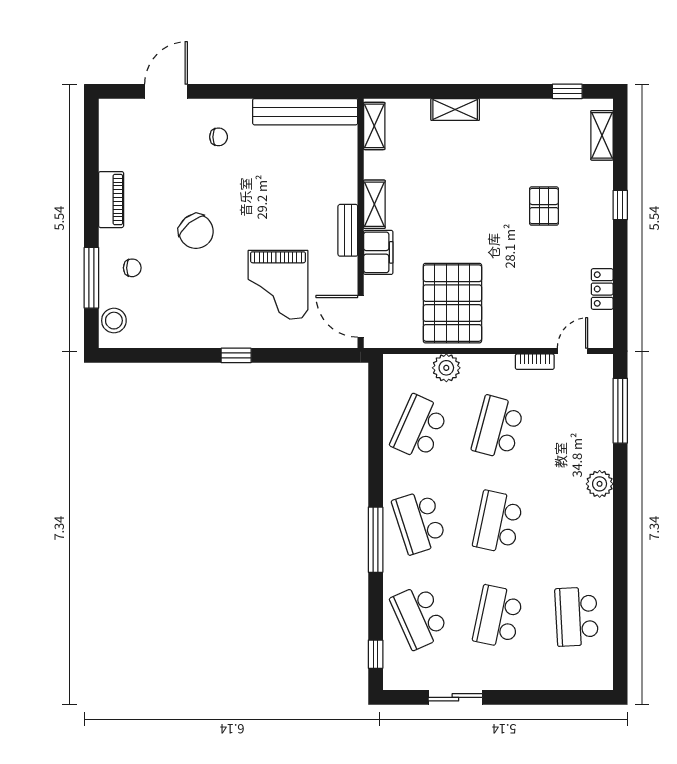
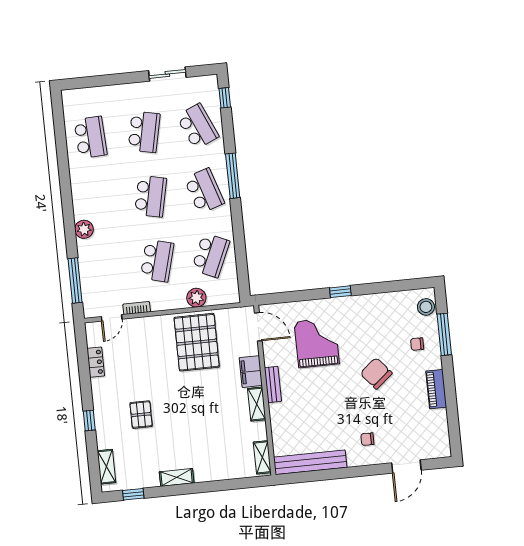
shelving: (455, 110) -> (177, 477), moved

